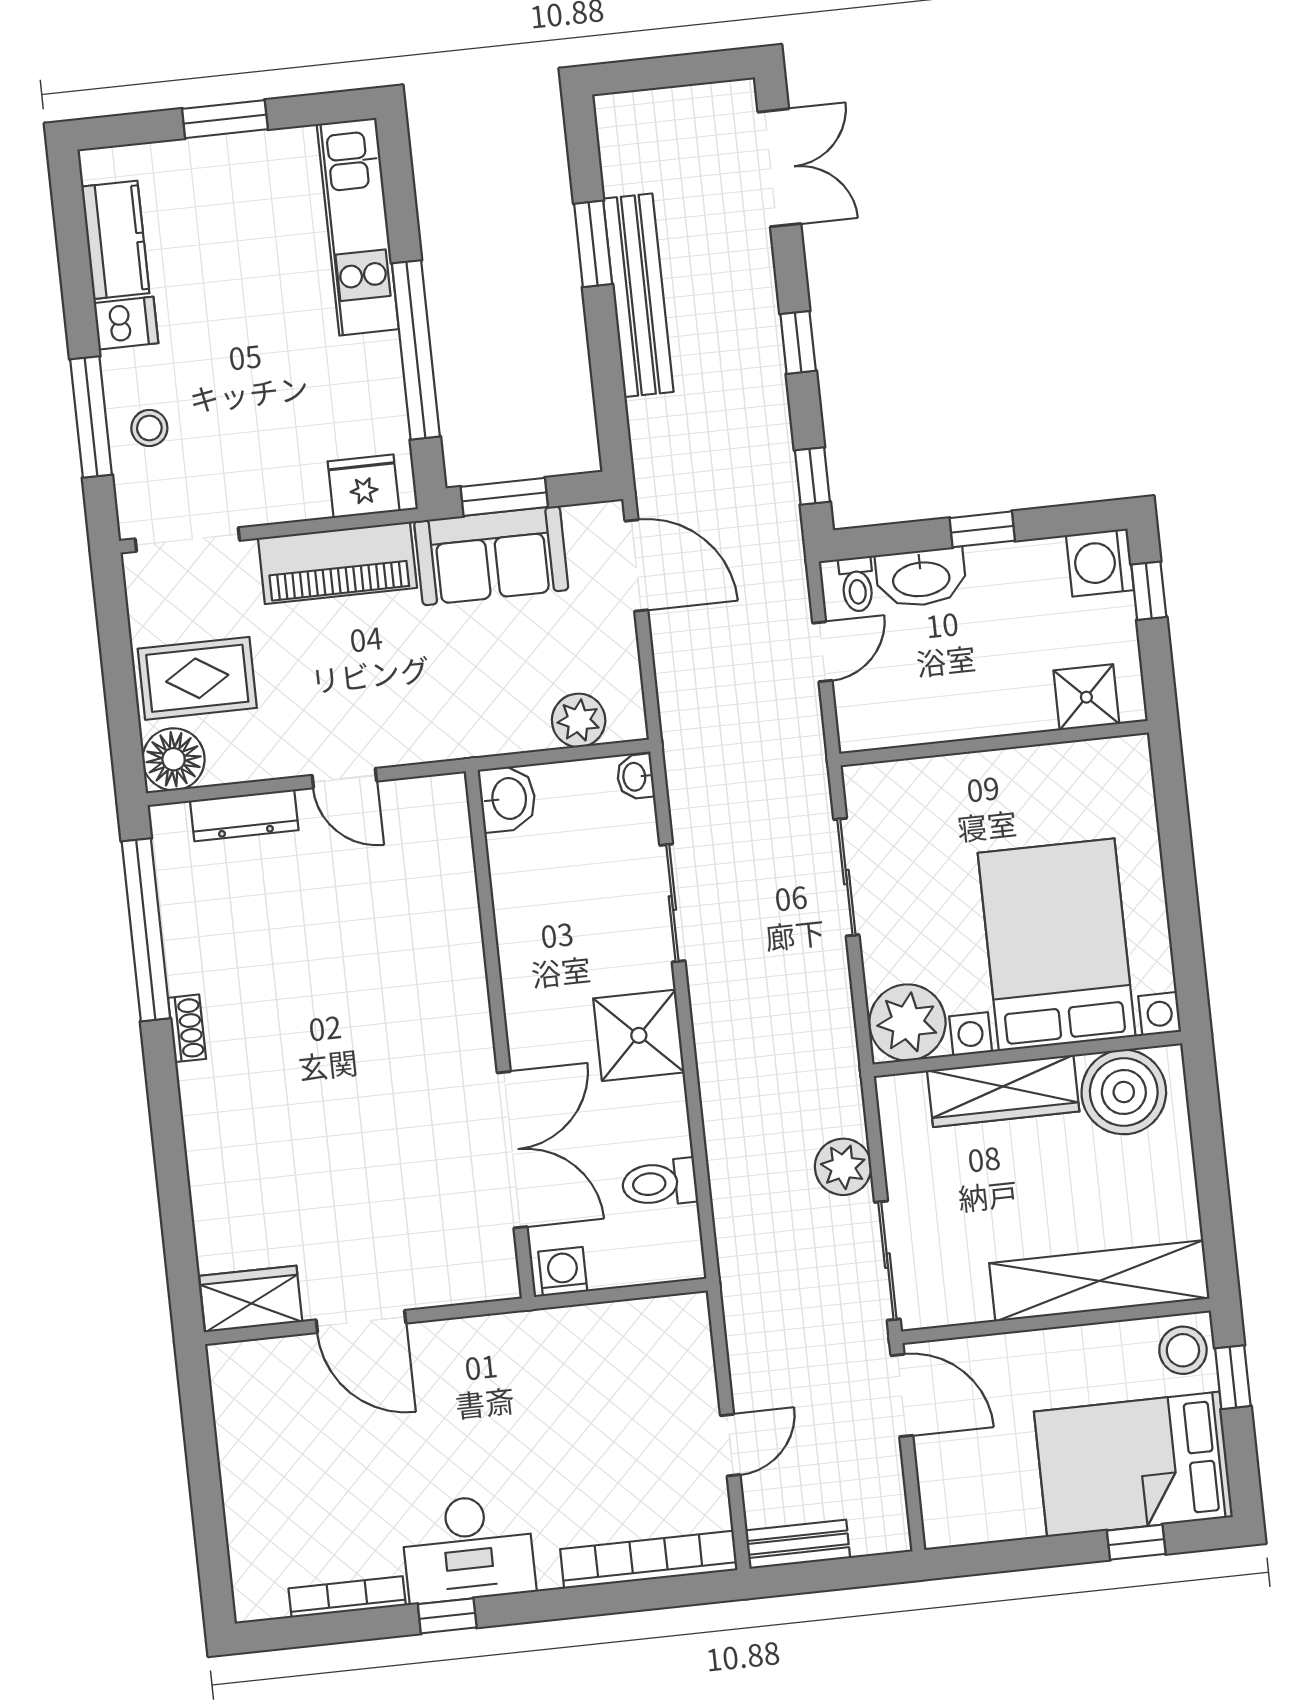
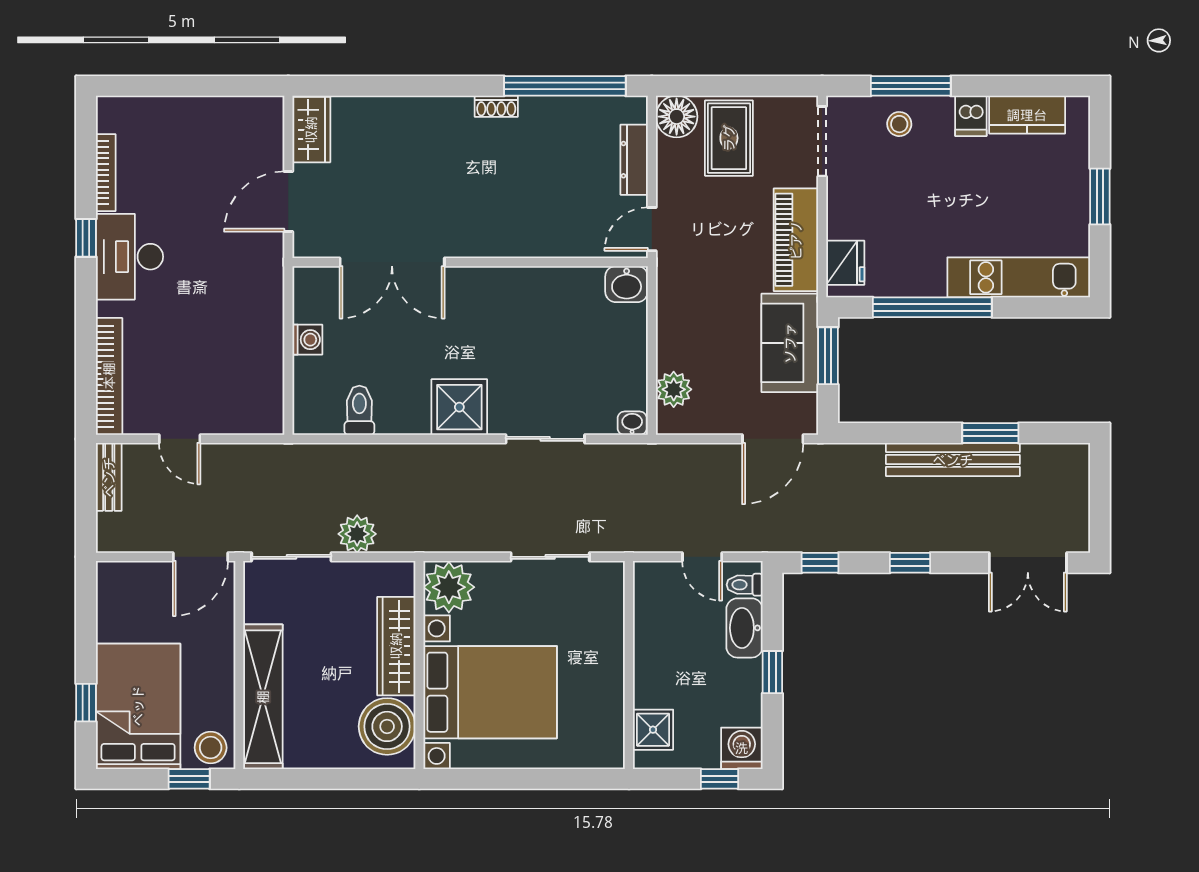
washbasin: (508, 799) -> (627, 284), moved
wall: (500, 1034) -> (470, 262), moved
double door: (512, 1150) -> (392, 262), moved

